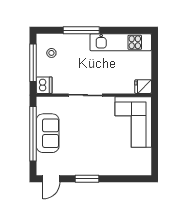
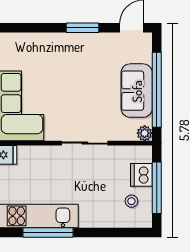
window: (81, 30) -> (48, 232), moved
dishwasher: (44, 85) -> (141, 175), moved
plant: (42, 102) -> (145, 133), added

